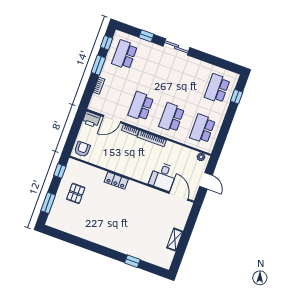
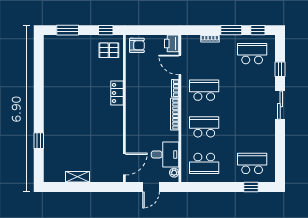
school desk: (202, 129) -> (204, 163), turned 180
desk: (163, 176) -> (165, 154), moved, turned 180
pallet: (76, 193) -> (109, 50), moved

